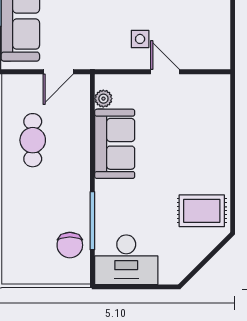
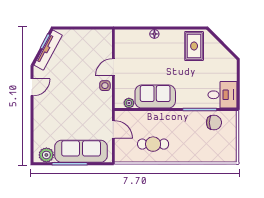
side table: (140, 39) -> (105, 86), moved
floor lamp: (222, 143) -> (154, 34), added
desk: (126, 260) -> (222, 95), width x0.73

